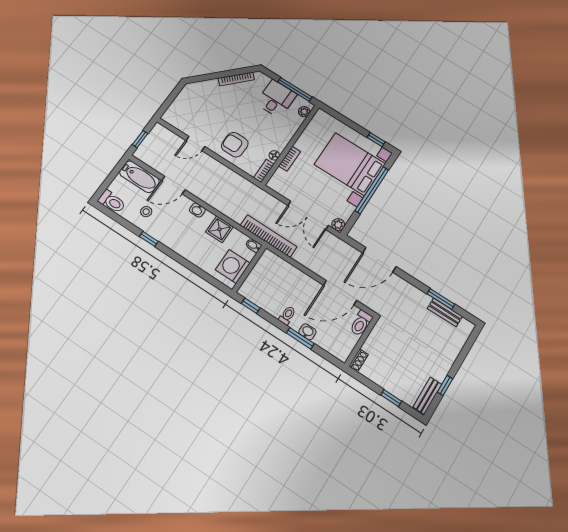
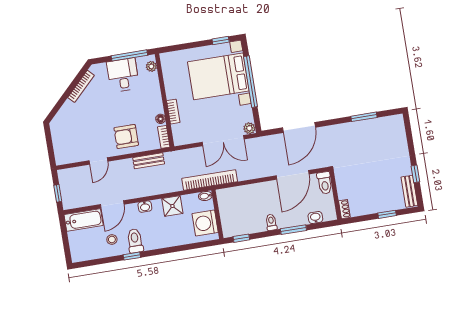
toilet: (112, 202) -> (135, 241), moved, turned -90
bench: (445, 312) -> (149, 161), moved
washbasin: (307, 332) -> (315, 218), moved

